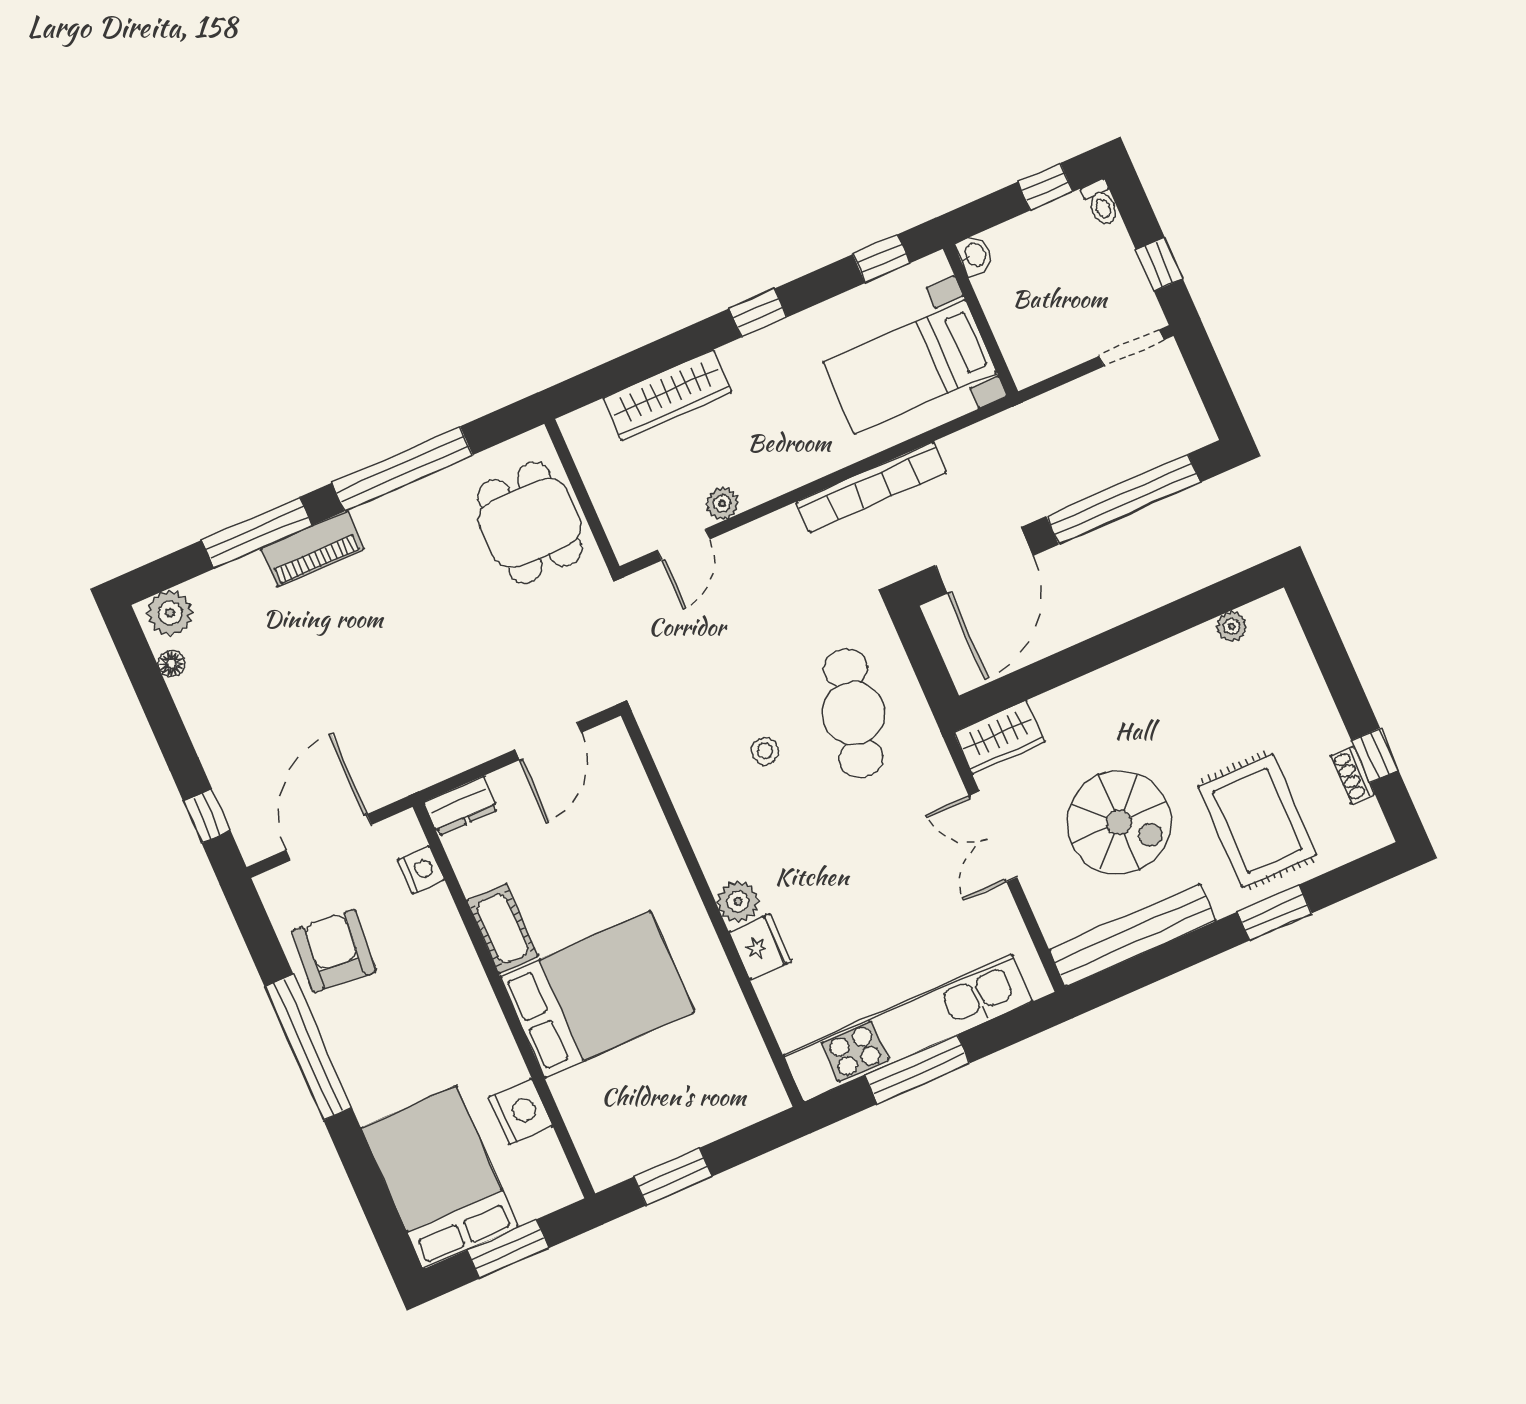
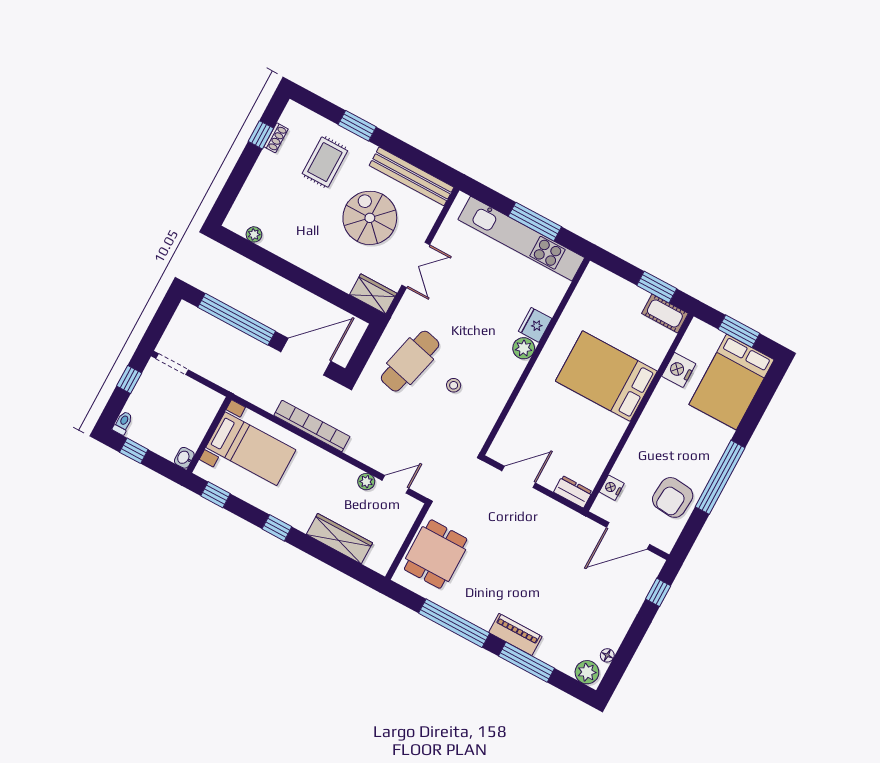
rug: (1257, 820) -> (325, 162), width x0.73, depth x0.70
cot: (503, 928) -> (665, 313), moved, turned 90

